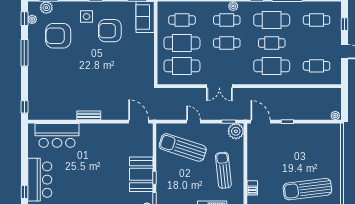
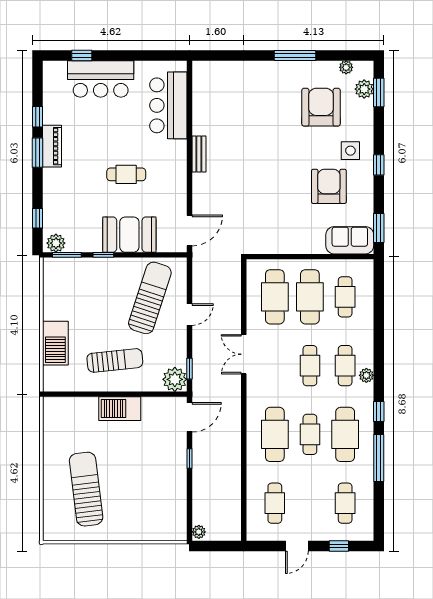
window: (24, 19) -> (347, 55), removed
window: (24, 107) -> (212, 55), removed
cafe table: (102, 163) -> (126, 174), added
booth: (141, 174) -> (129, 235), moved
barbecue: (252, 188) -> (120, 409), moved, width x1.88, depth x1.53

